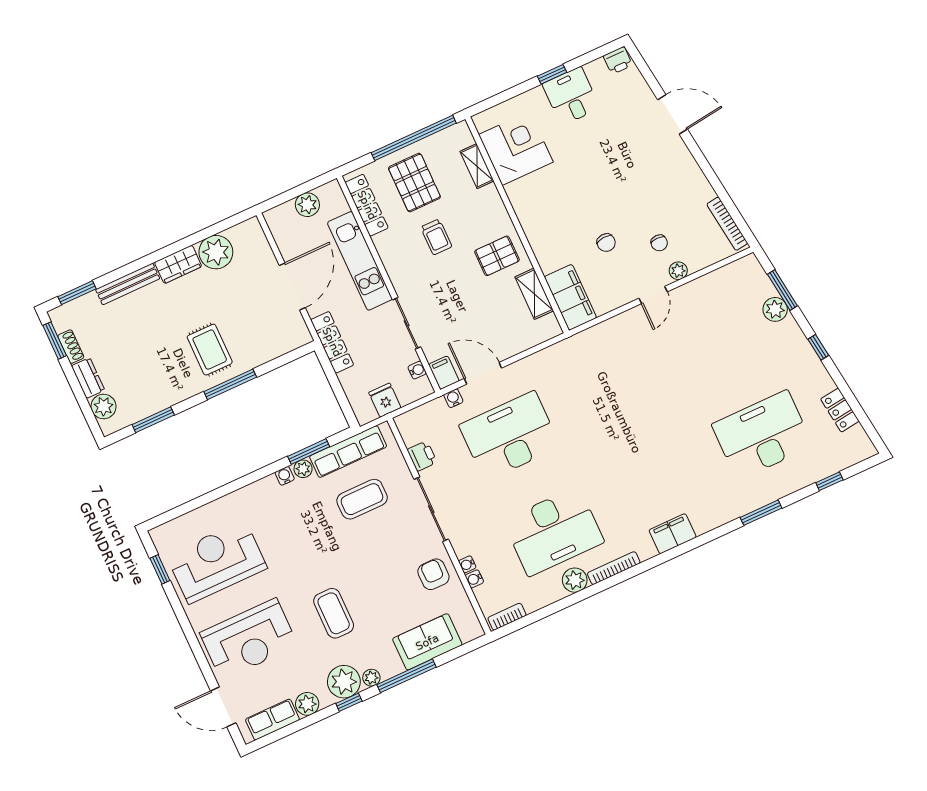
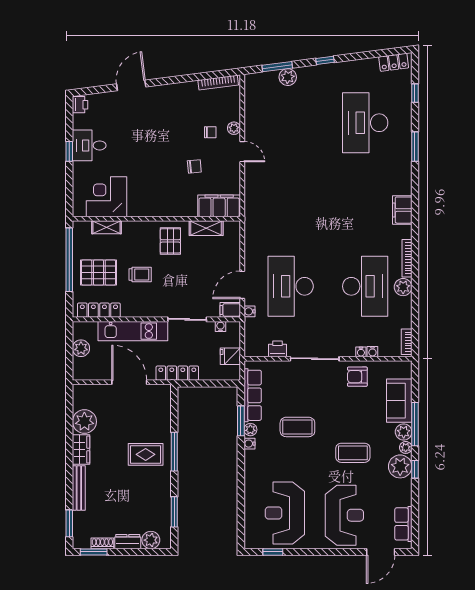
locker: (840, 410) -> (394, 62), moved
coffee table: (362, 499) -> (297, 427), moved, turned 90
plant: (307, 704) -> (404, 432), moved

